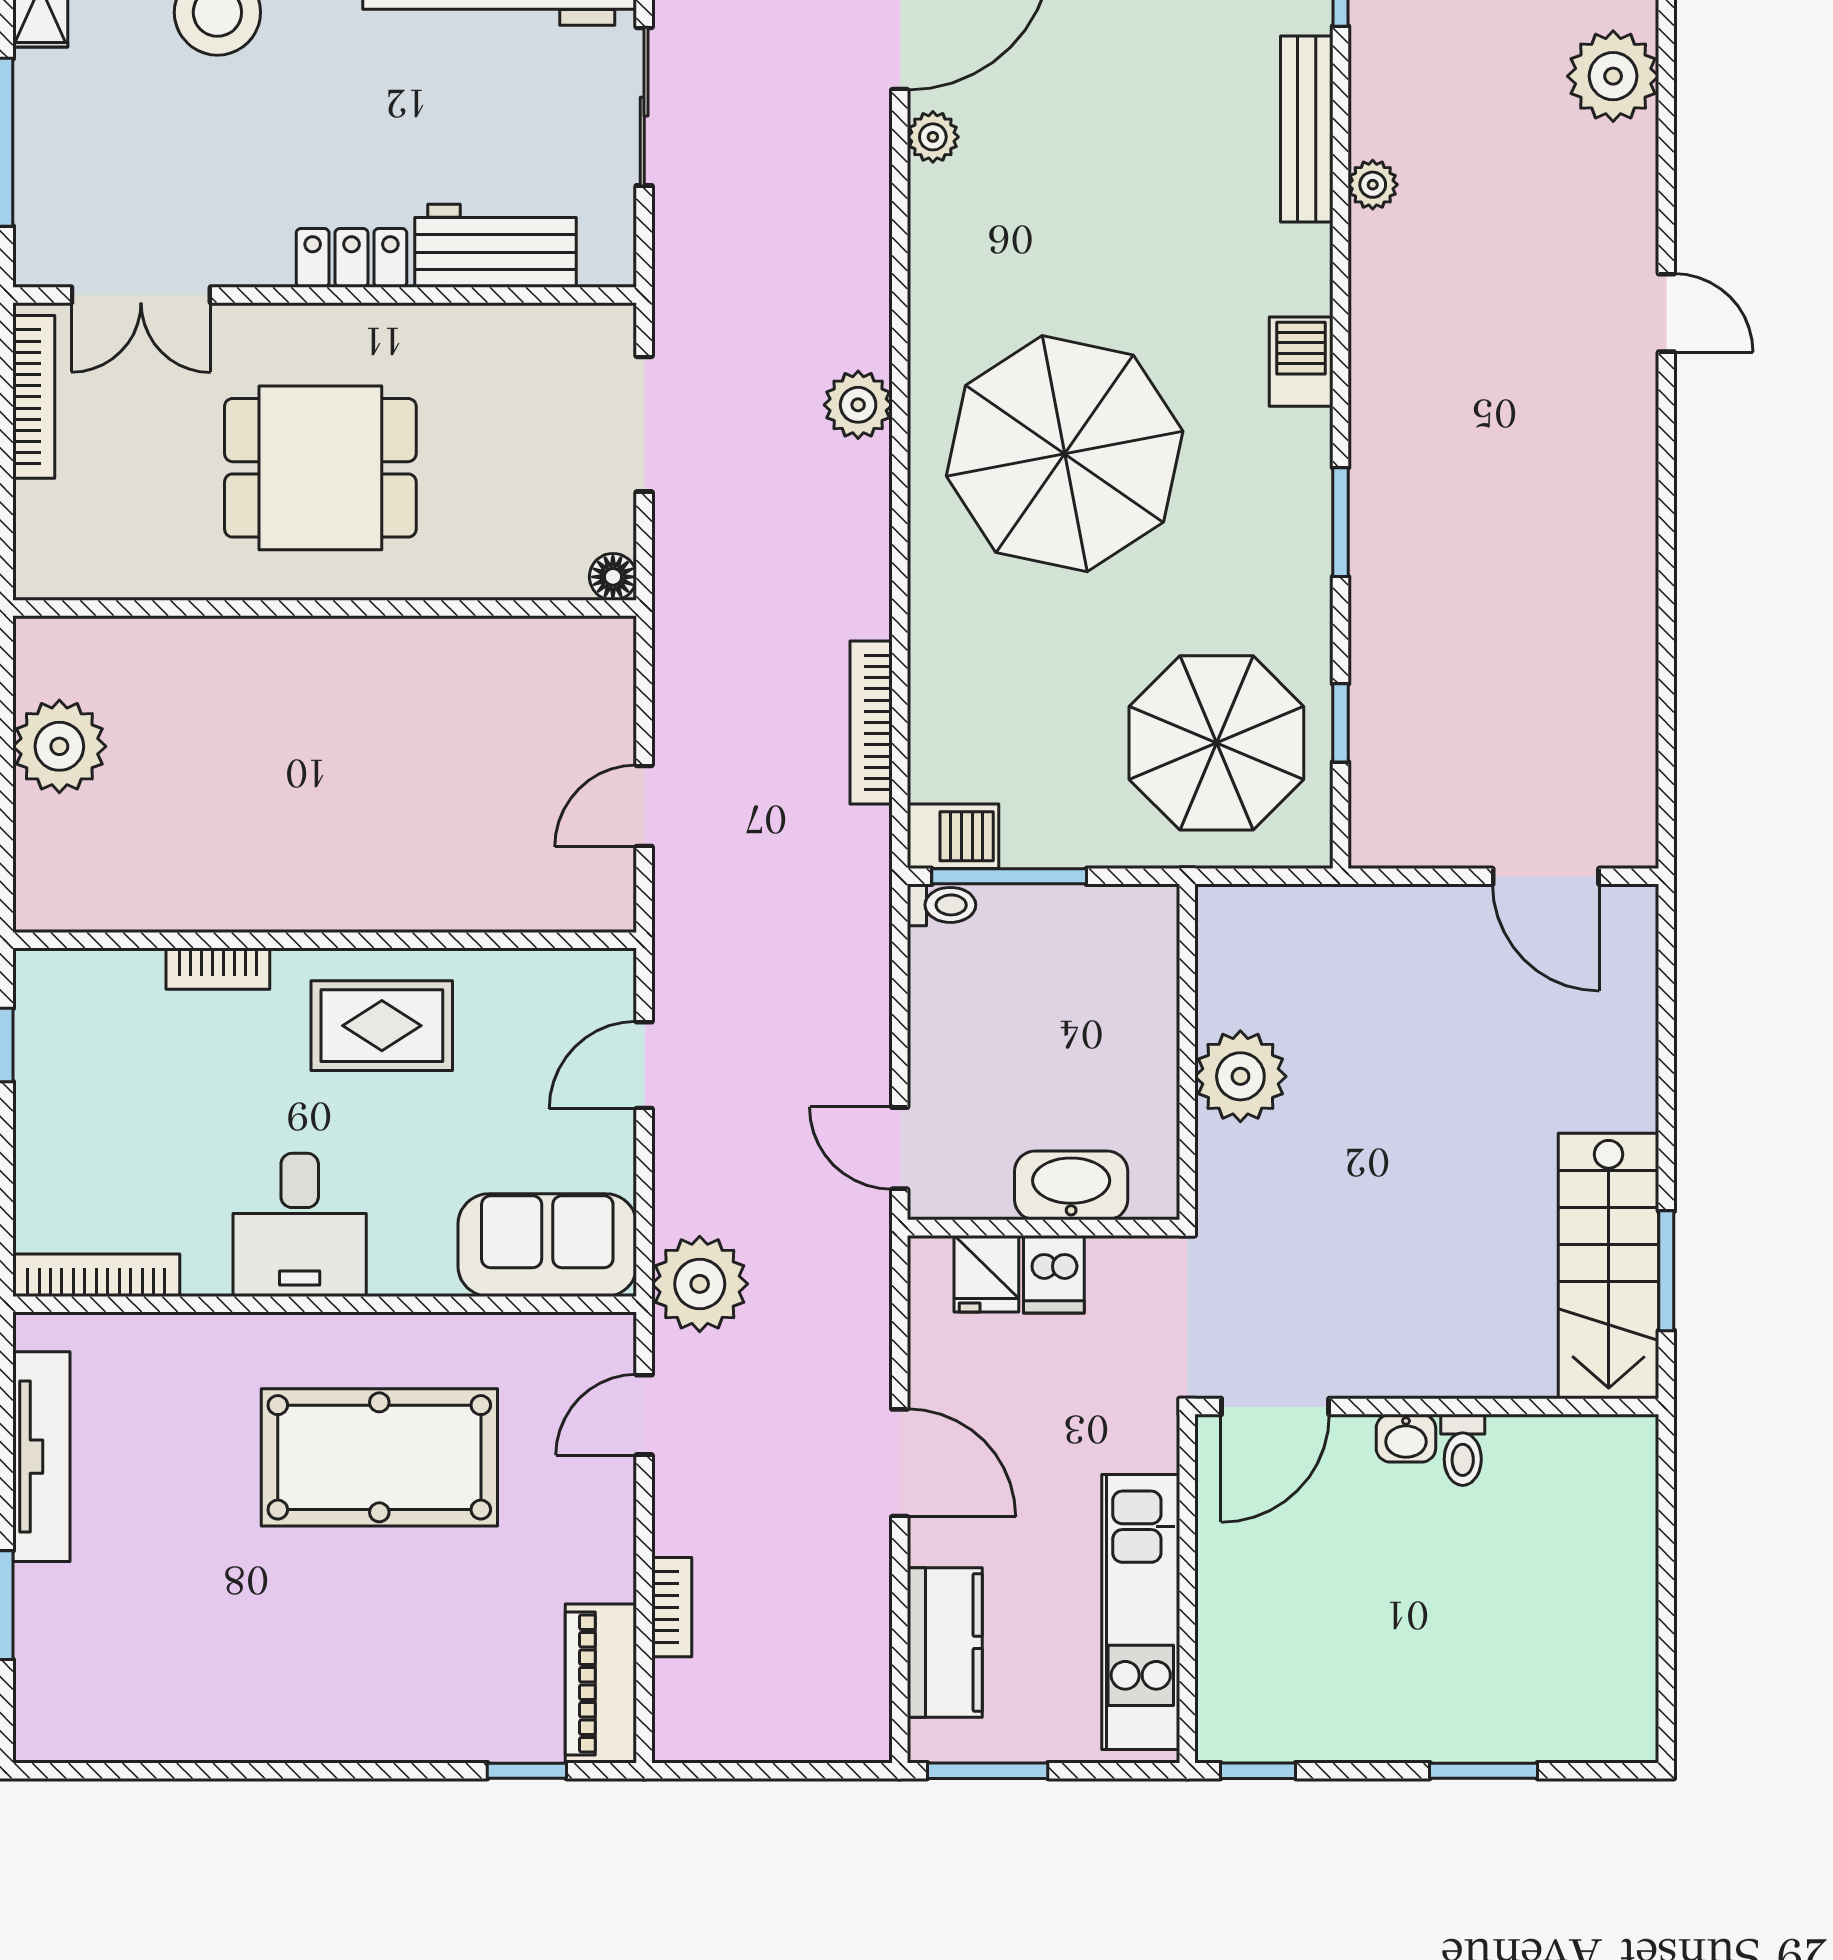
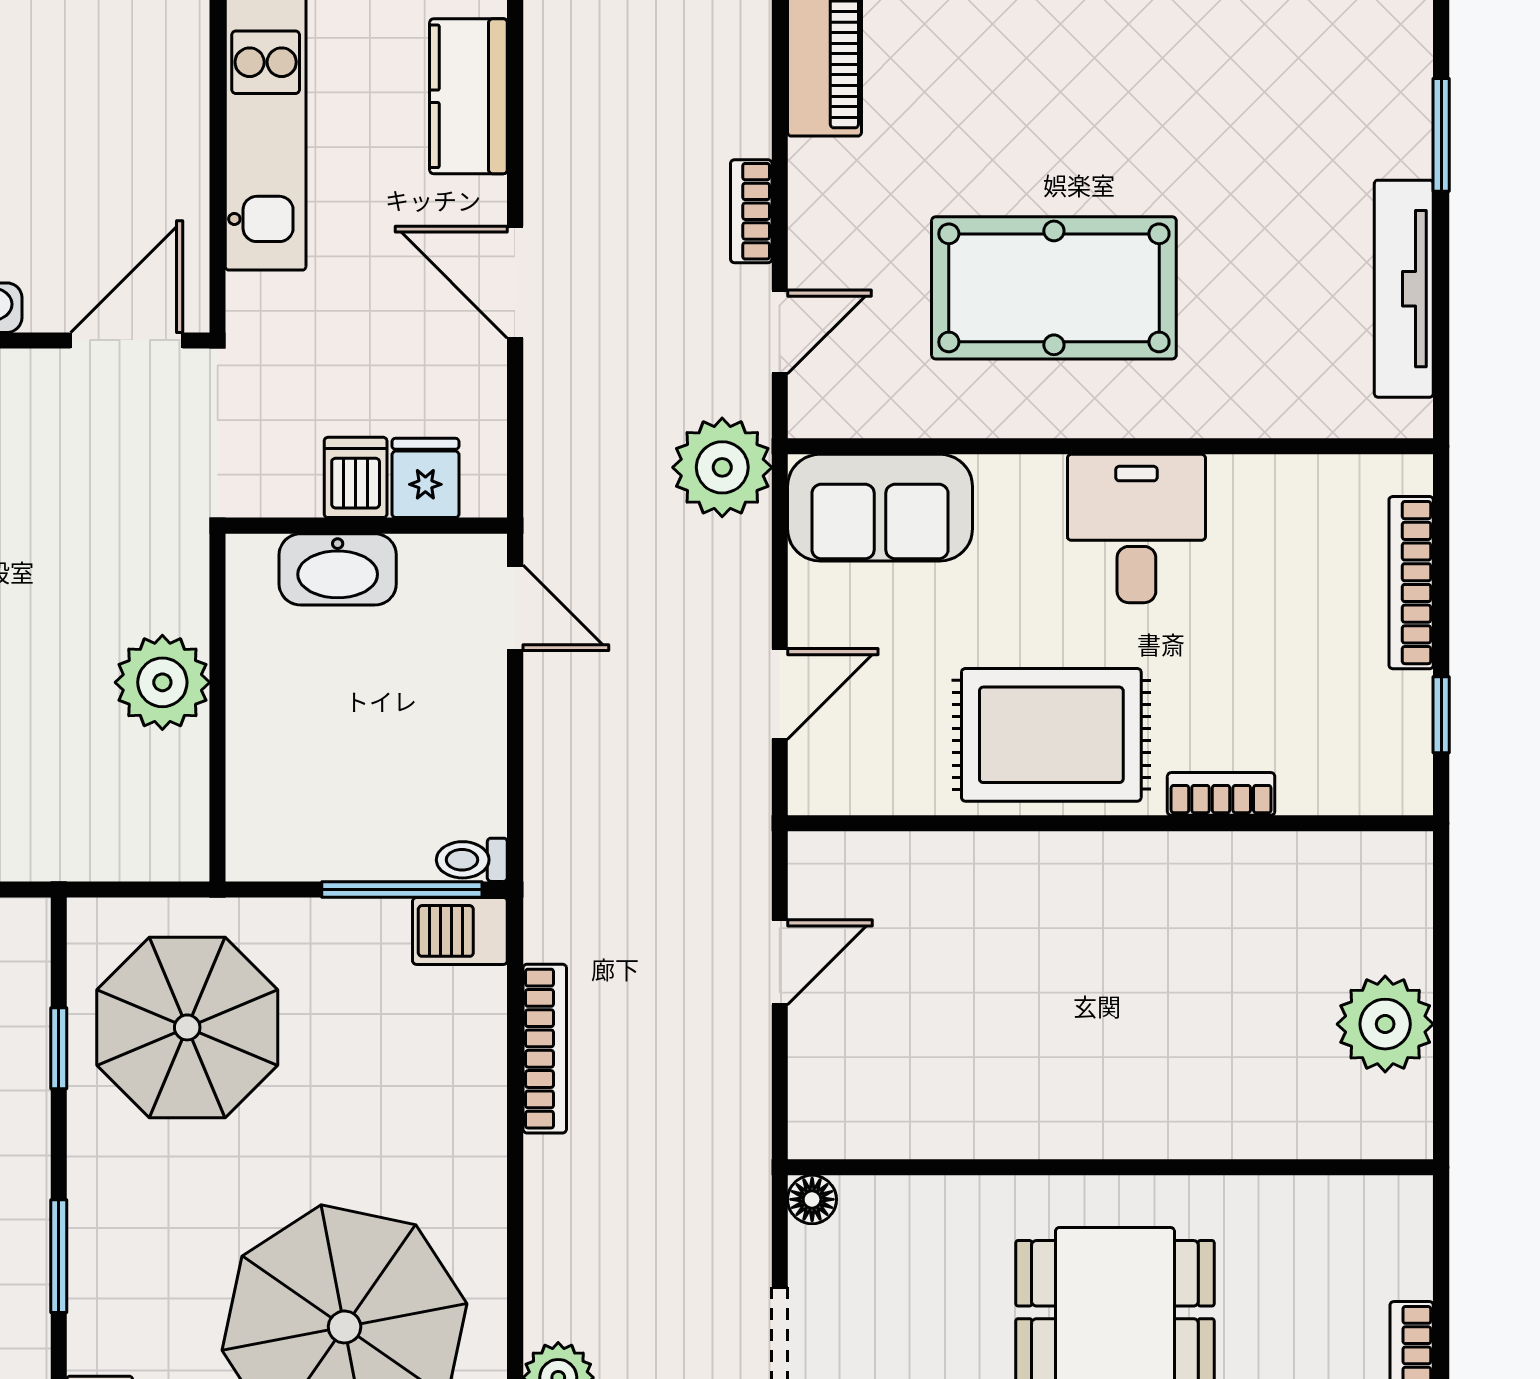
rug: (382, 1026) -> (1051, 735), width x1.36, depth x1.43
bookcase: (96, 1275) -> (1411, 583), moved, turned 90
bookcase: (672, 1607) -> (751, 211), moved

